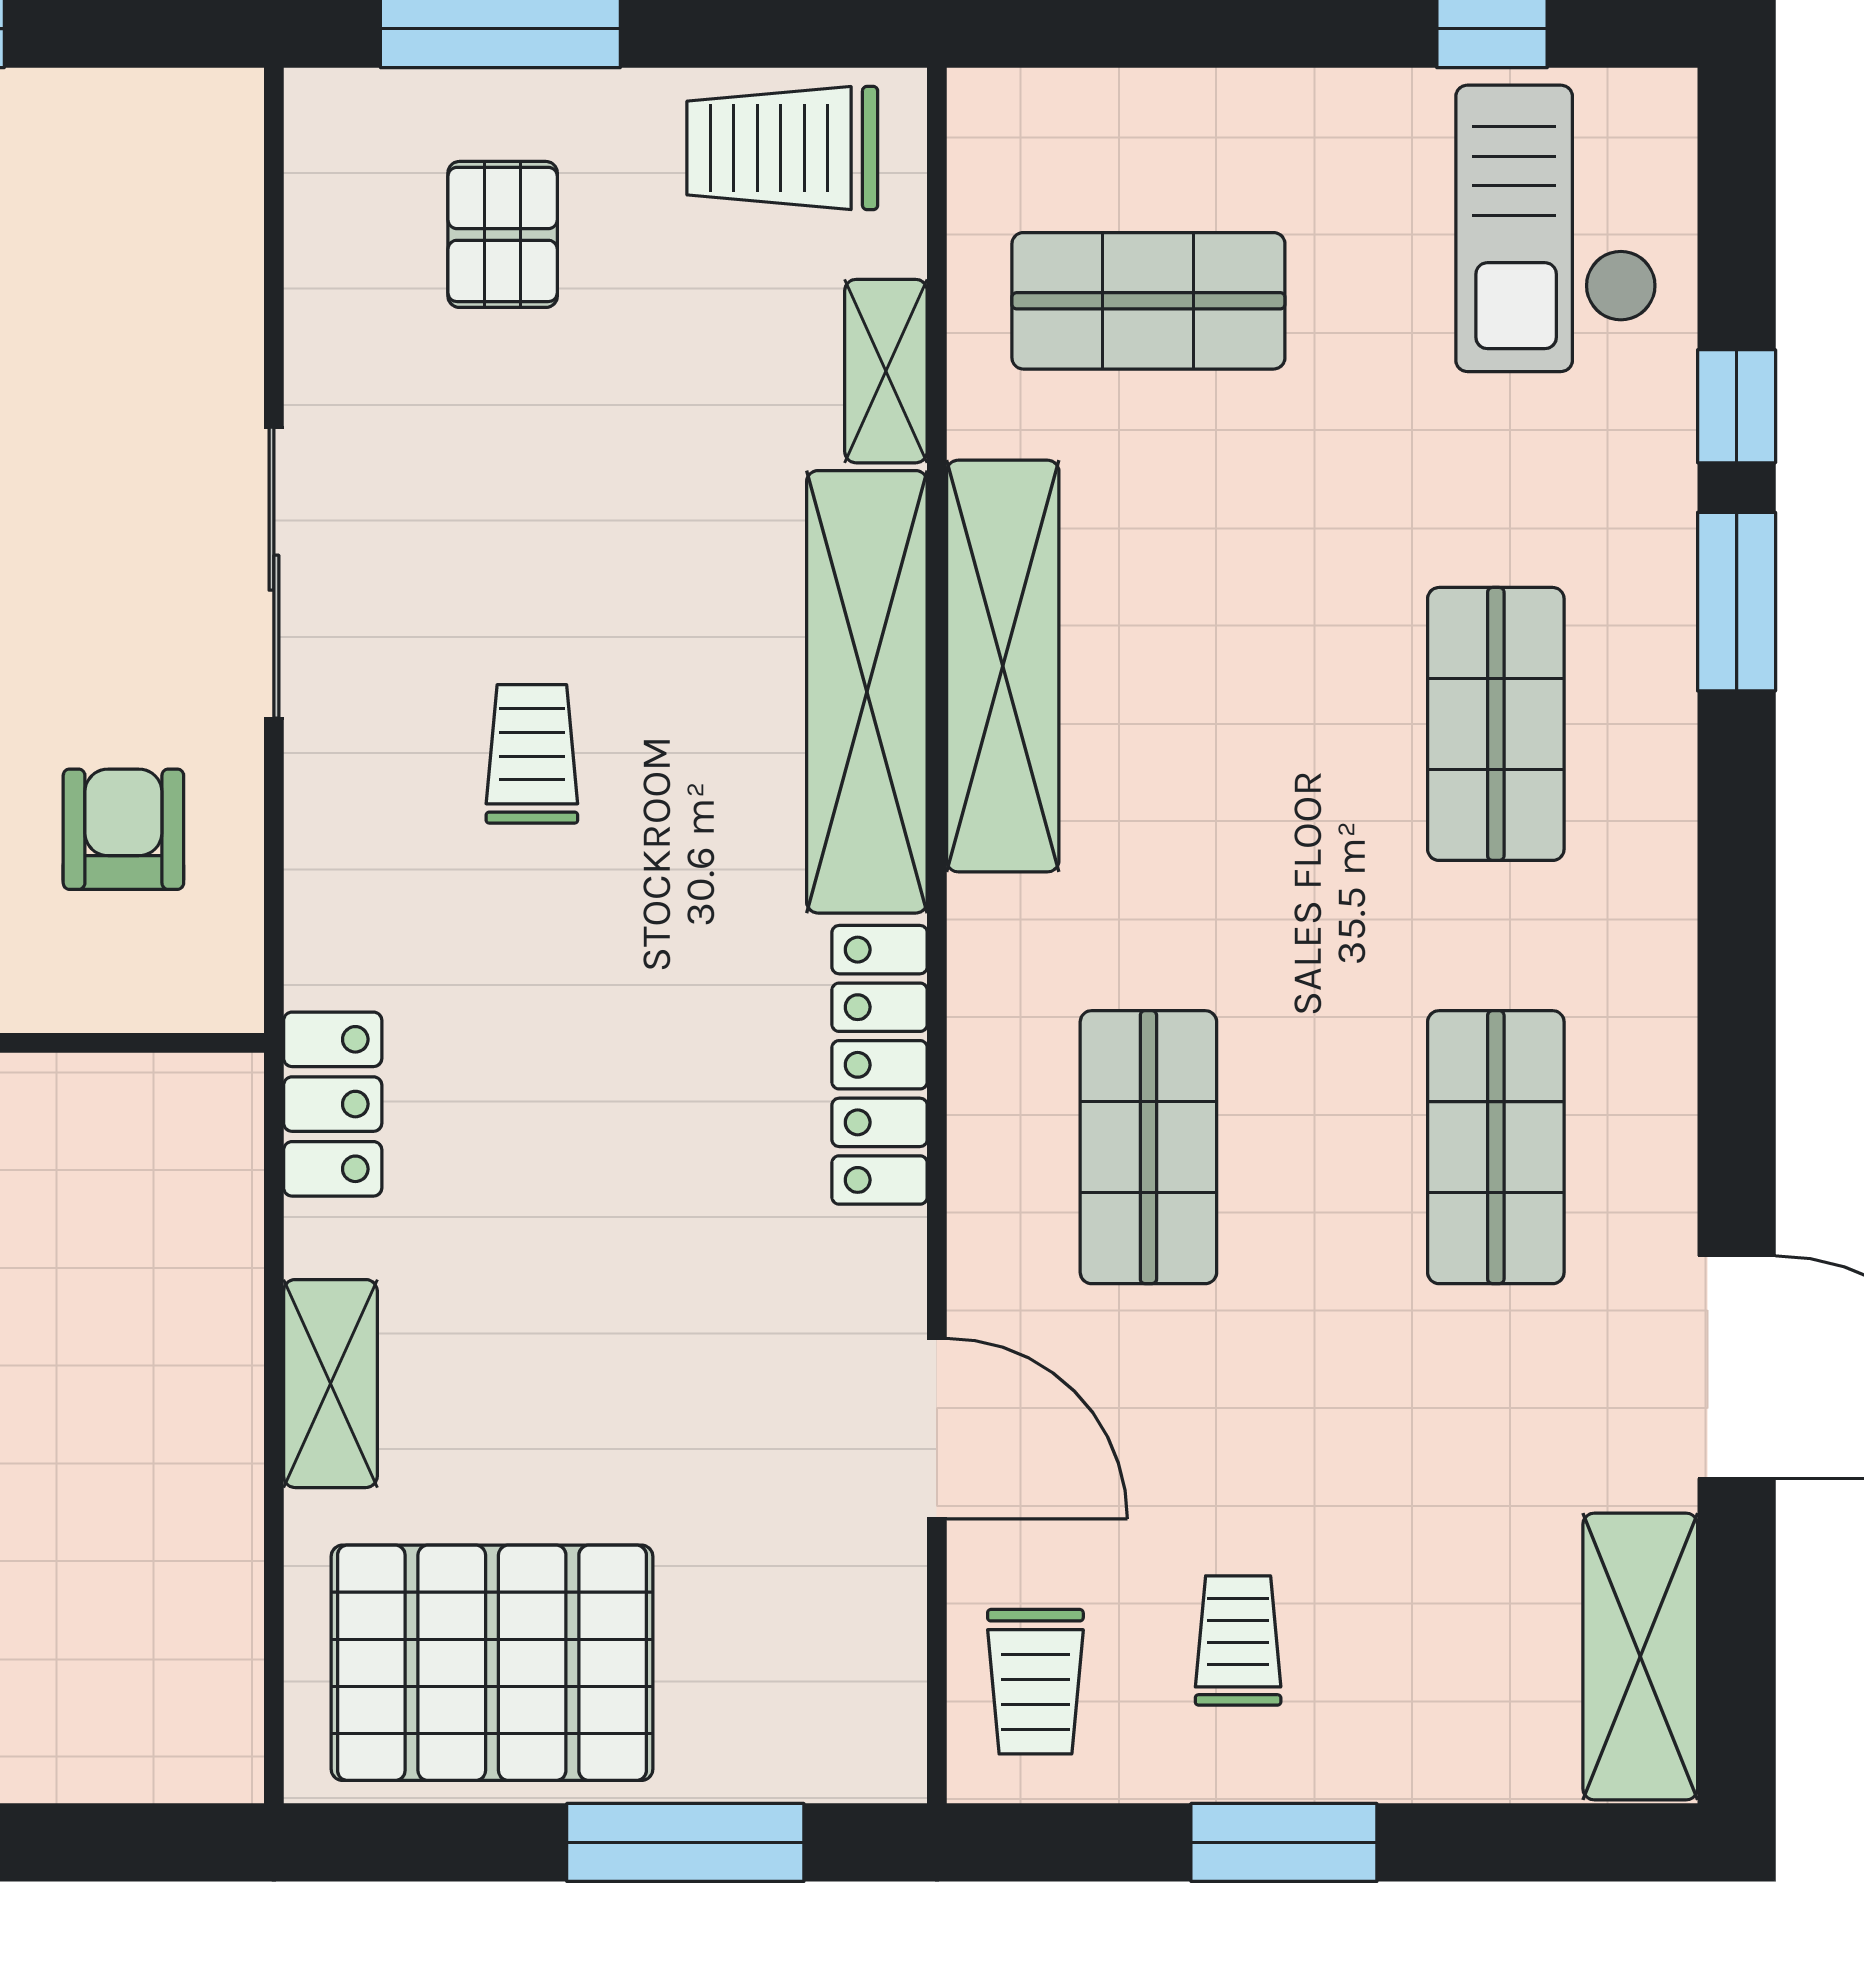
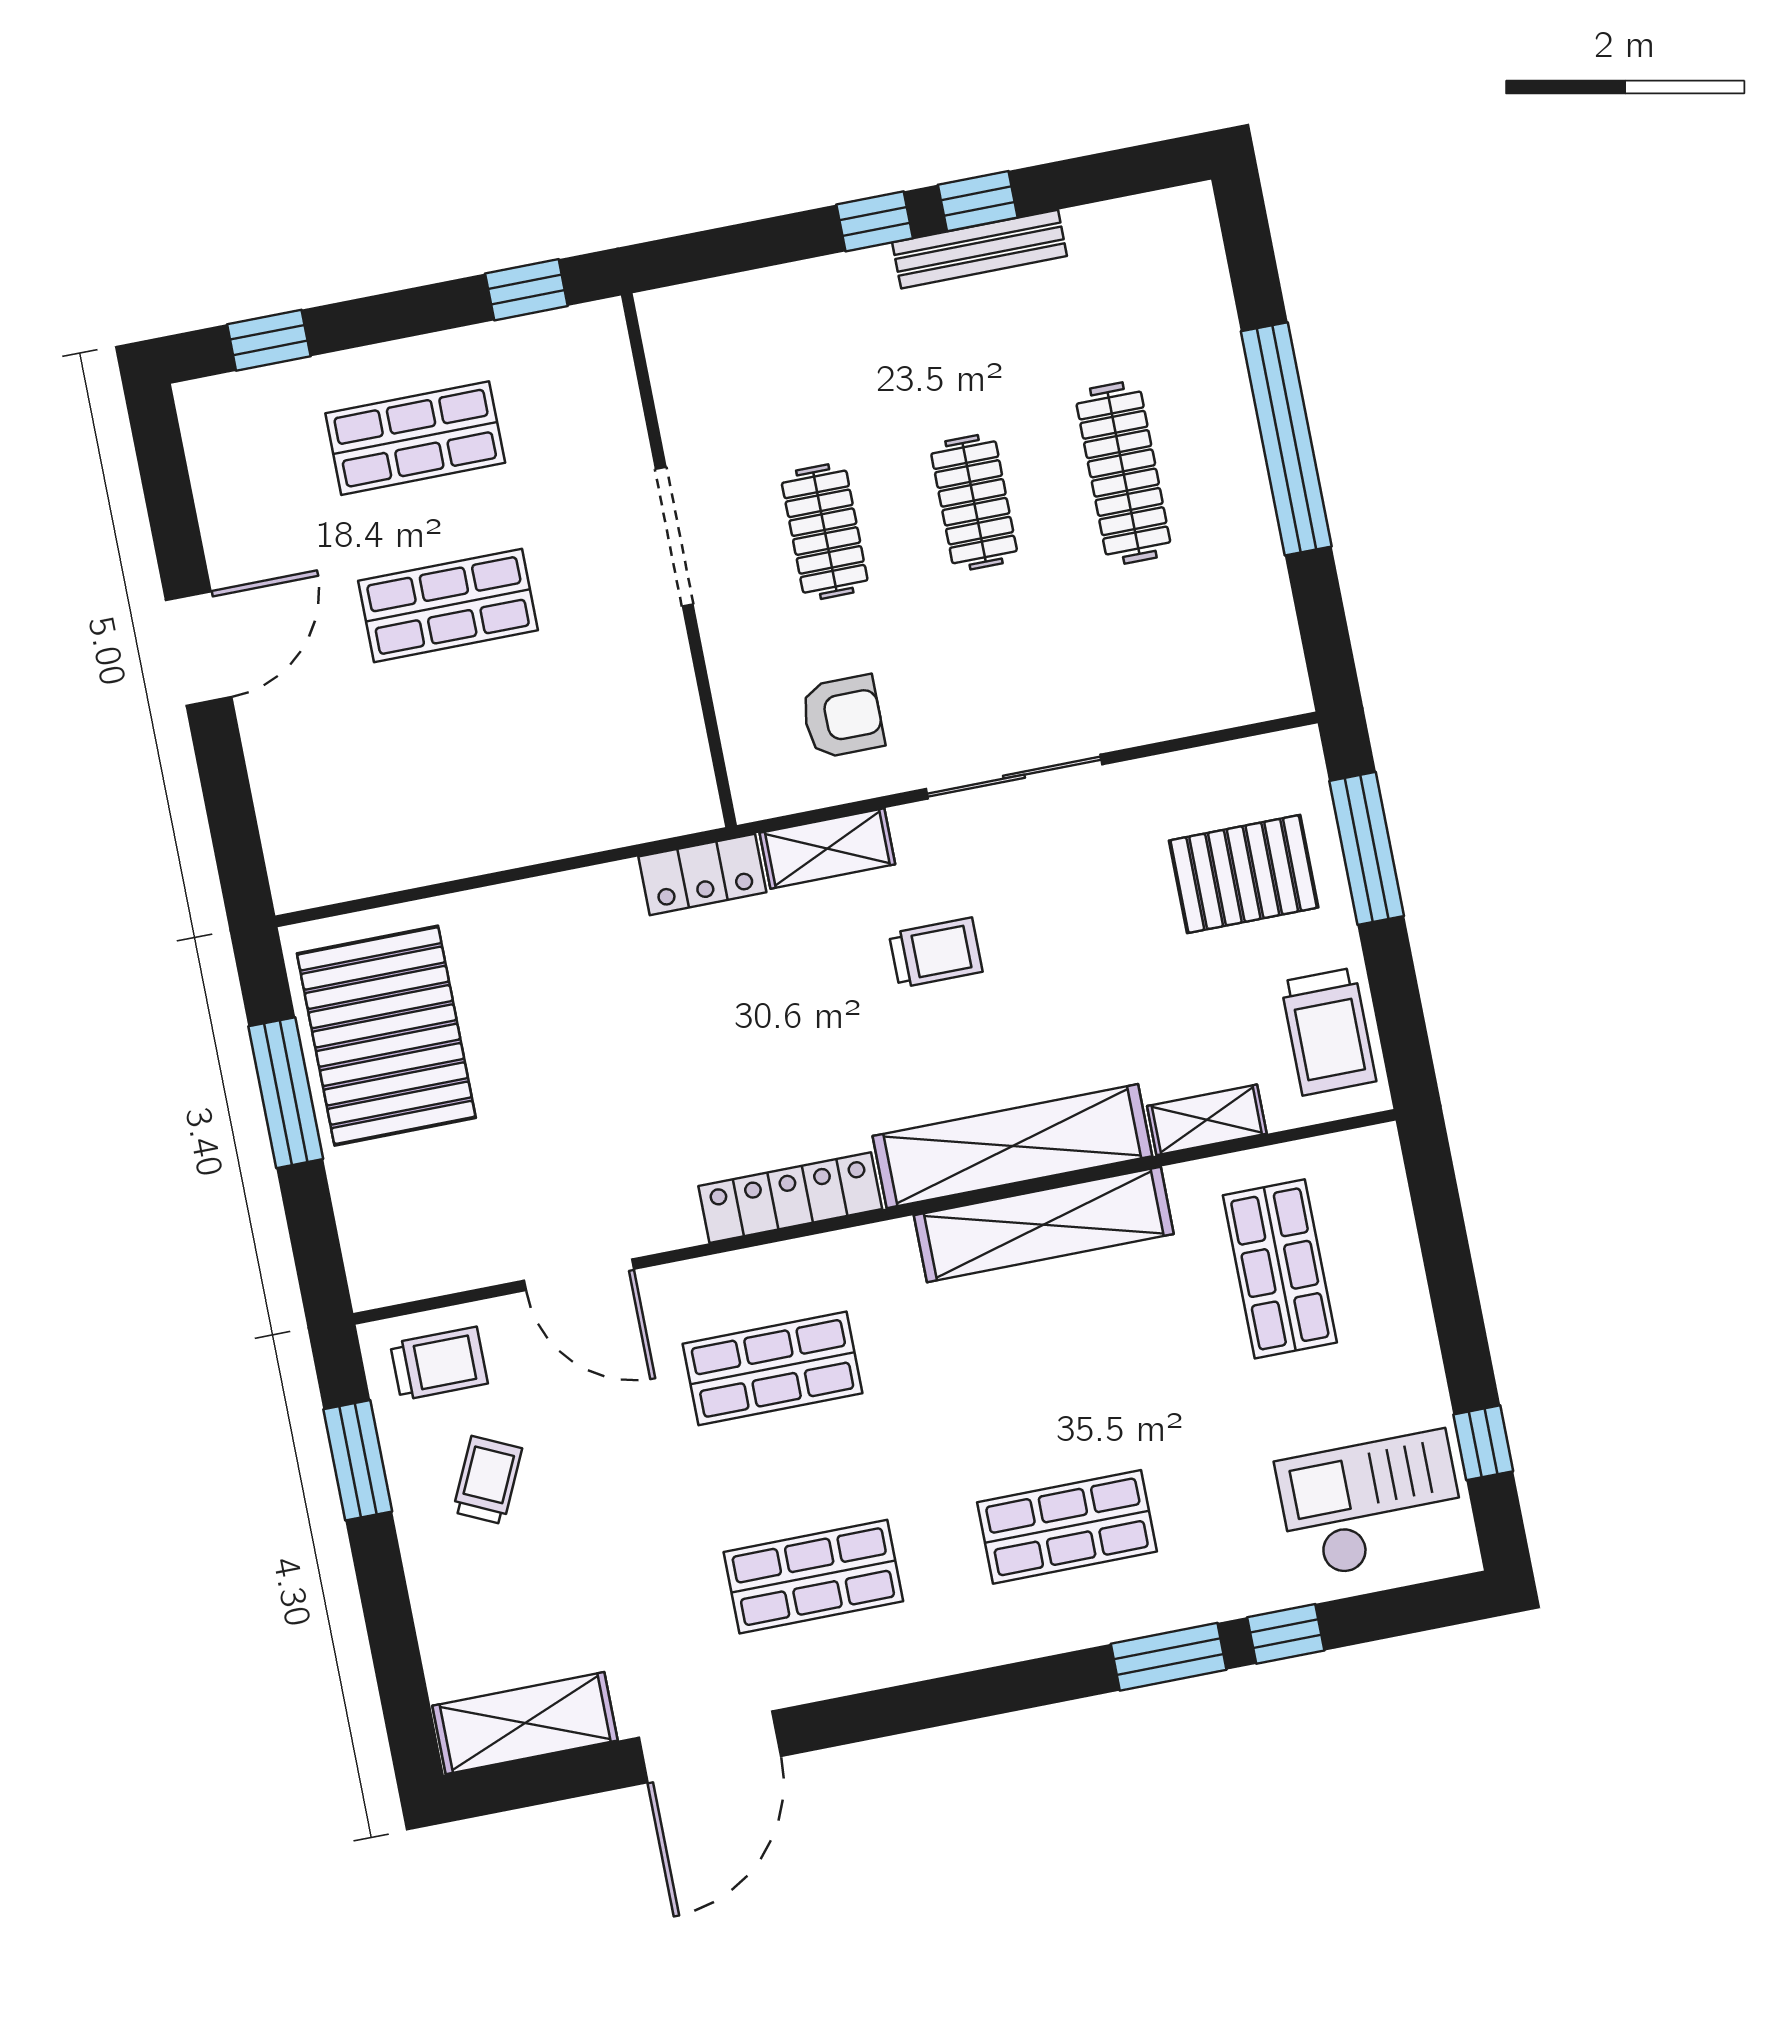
trolley: (782, 148) -> (1328, 1032), turned 180
pallet: (503, 234) -> (1244, 874), width x1.50, depth x1.42
shelving: (330, 1384) -> (827, 849), moved
door: (937, 1429) -> (579, 1275), hinge flipped
trolley: (1238, 1640) -> (487, 1480), turned -65
trolley: (1035, 1682) -> (439, 1364), turned 180
window: (685, 1842) -> (286, 1093), moved
window: (1284, 1842) -> (358, 1460), moved

